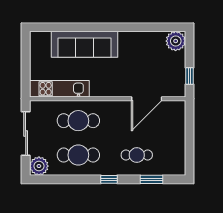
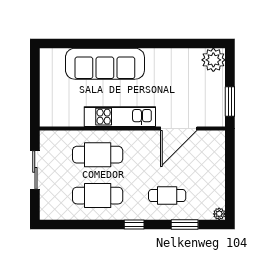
window: (190, 76) -> (230, 102), width x1.50
kitchen unit: (59, 89) -> (120, 117), moved
sliding door: (26, 134) -> (35, 170), width x0.73
plant: (39, 166) -> (219, 214), moved, width x0.53, depth x0.53

